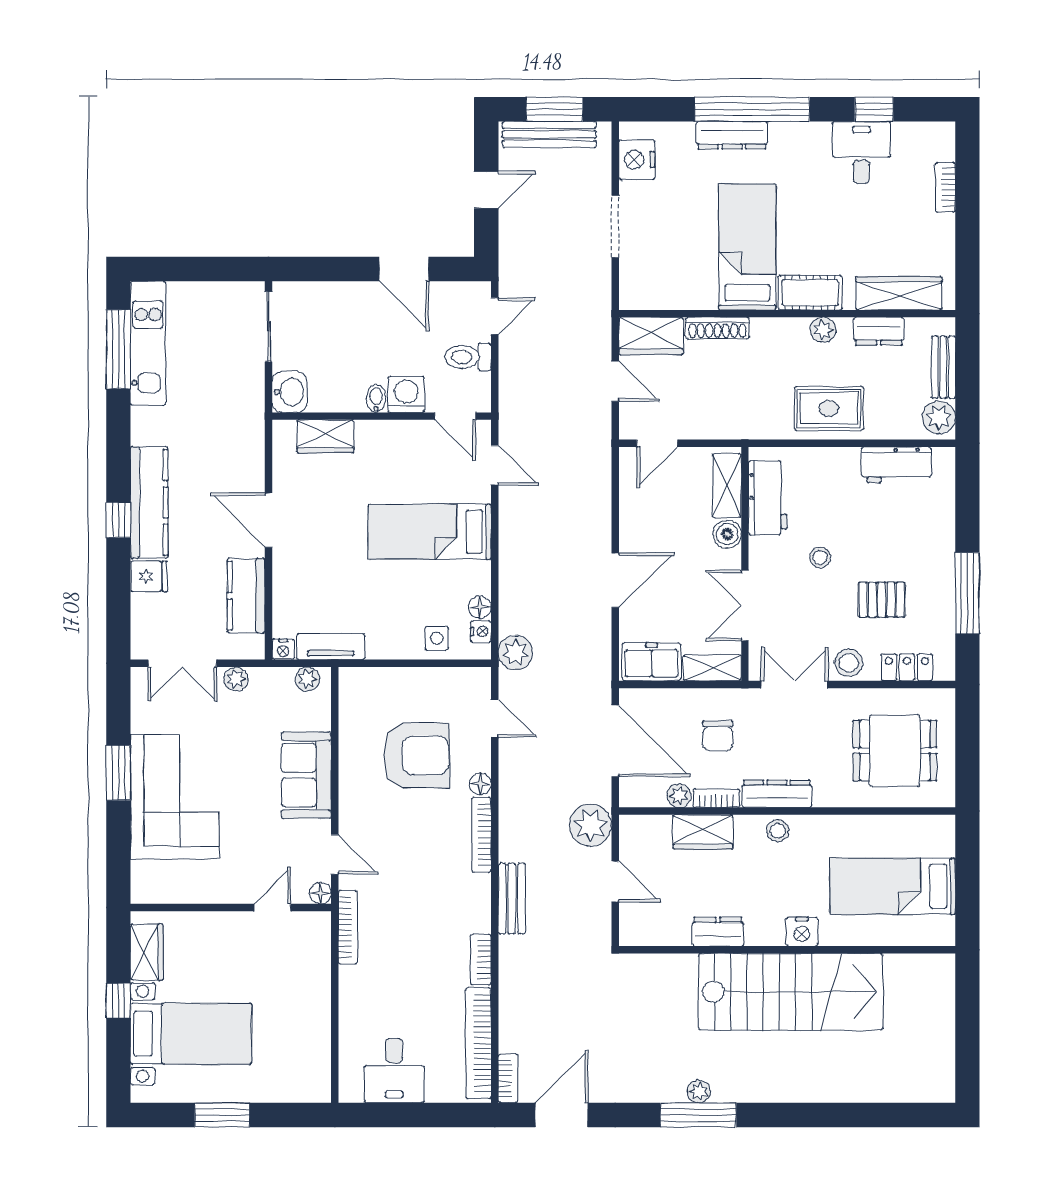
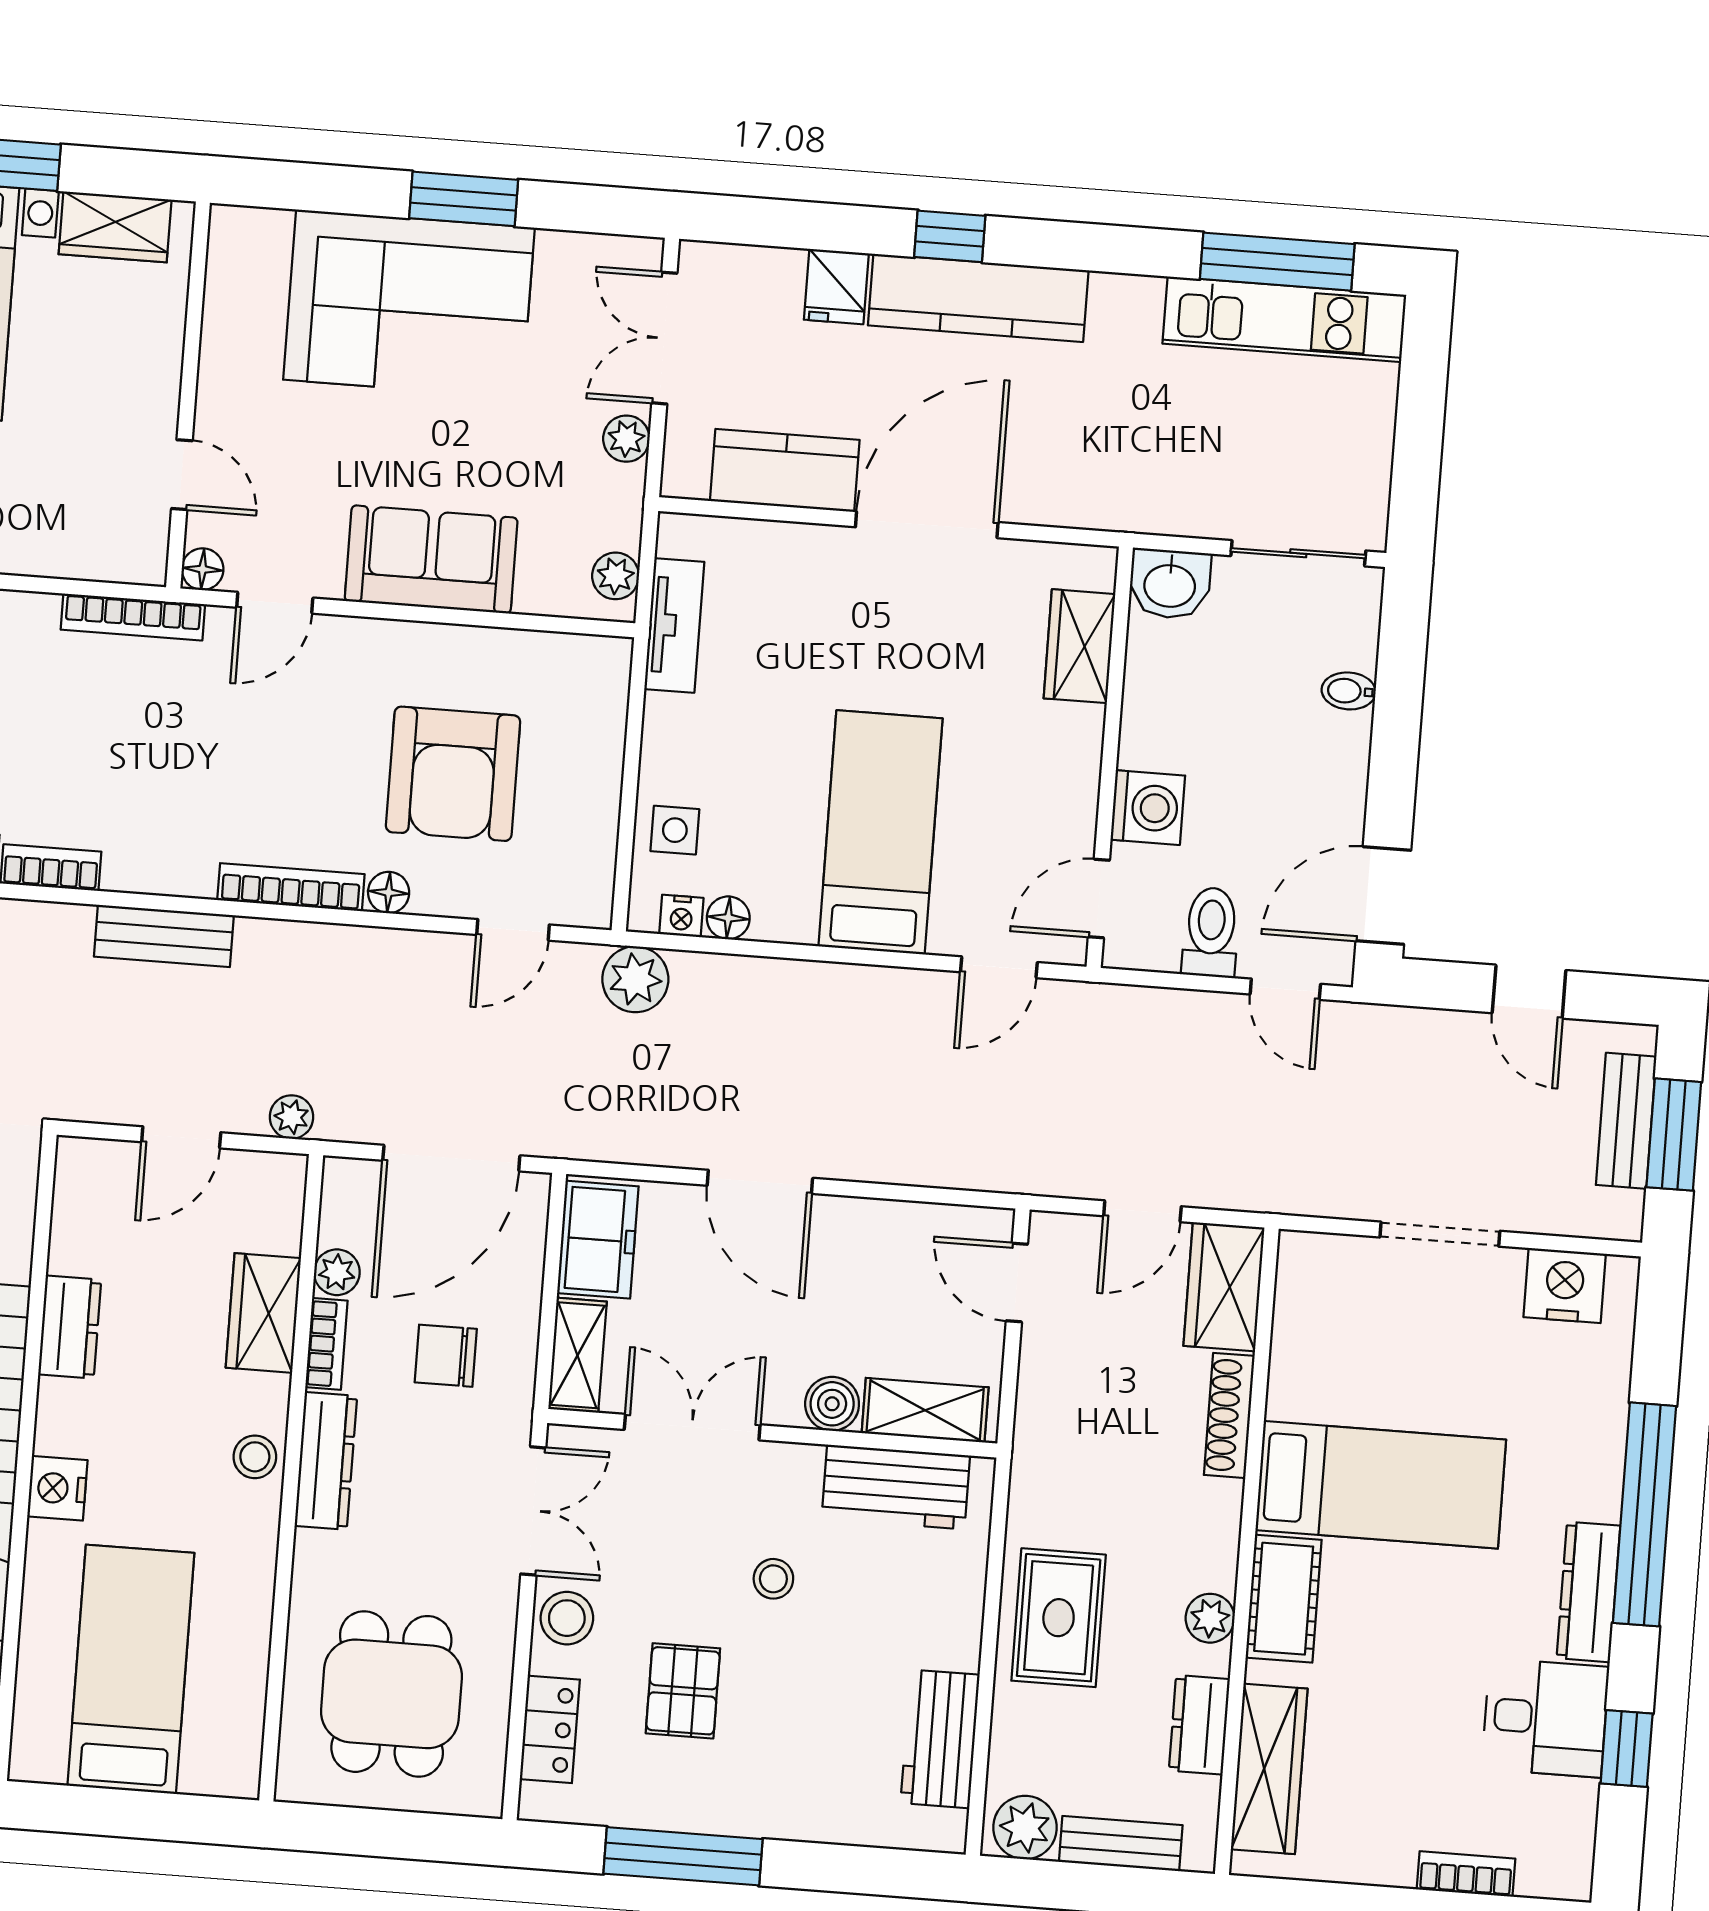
bench: (549, 134) -> (1626, 1121), width x0.73
dresser: (732, 135) -> (1588, 1592), moved
door: (404, 269) -> (1383, 896), moved
bidet: (376, 398) -> (1349, 691), moved, turned 180
door: (269, 520) -> (927, 525), width x1.36
nightstand: (283, 649) -> (676, 534), removed
plant: (590, 825) -> (292, 1117), width x0.53, depth x0.53

